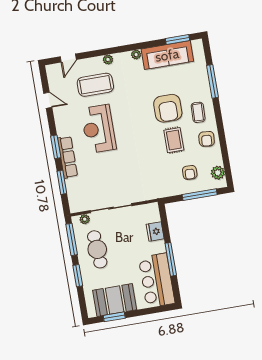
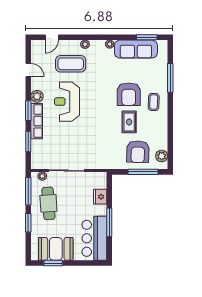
plant: (63, 129) -> (37, 96), added
armchair: (207, 139) -> (157, 126), removed
armchair: (190, 172) -> (138, 152), width x1.88, depth x1.88

